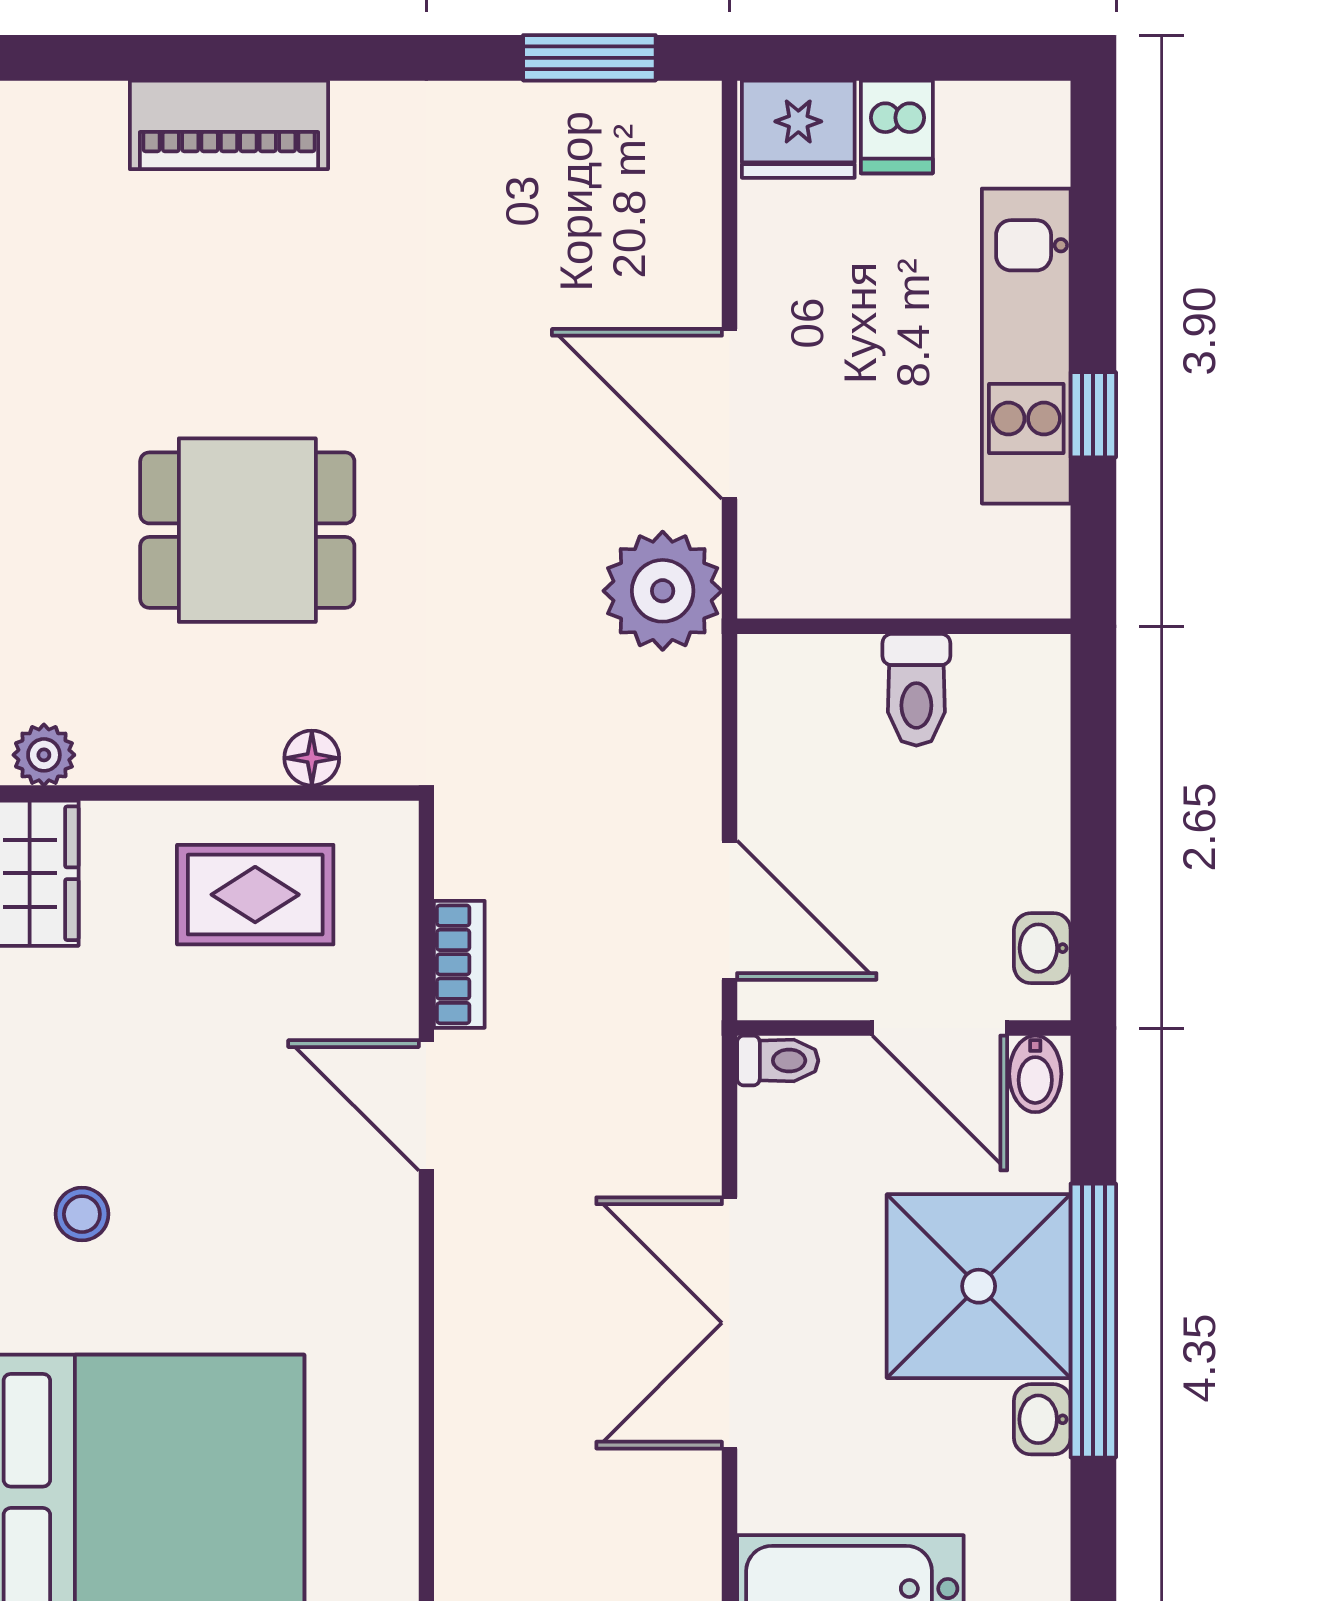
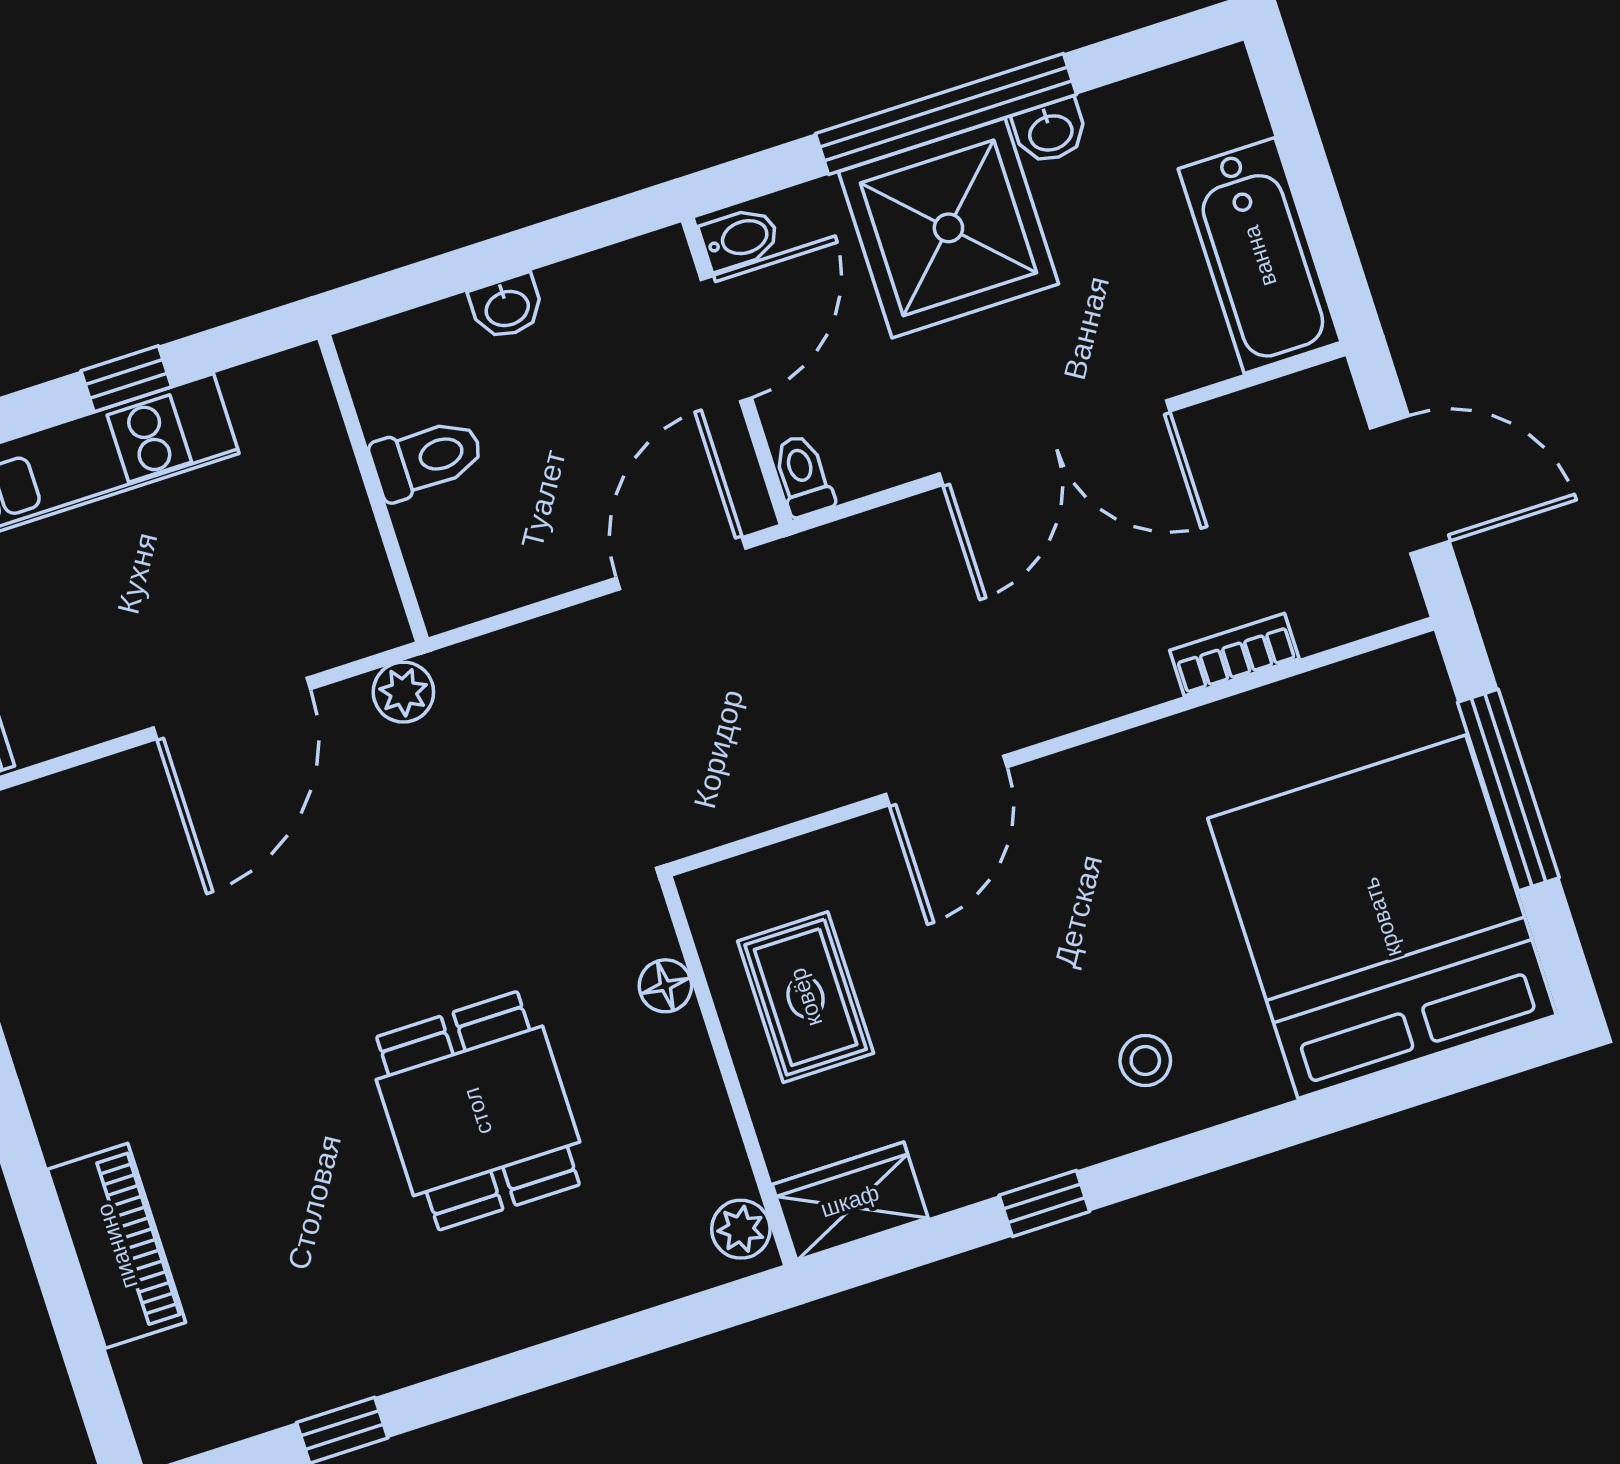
plant: (663, 591) -> (403, 692), width x0.53, depth x0.53
washbasin: (1042, 948) -> (507, 307), moved
bookcase: (459, 964) -> (1234, 655), moved

